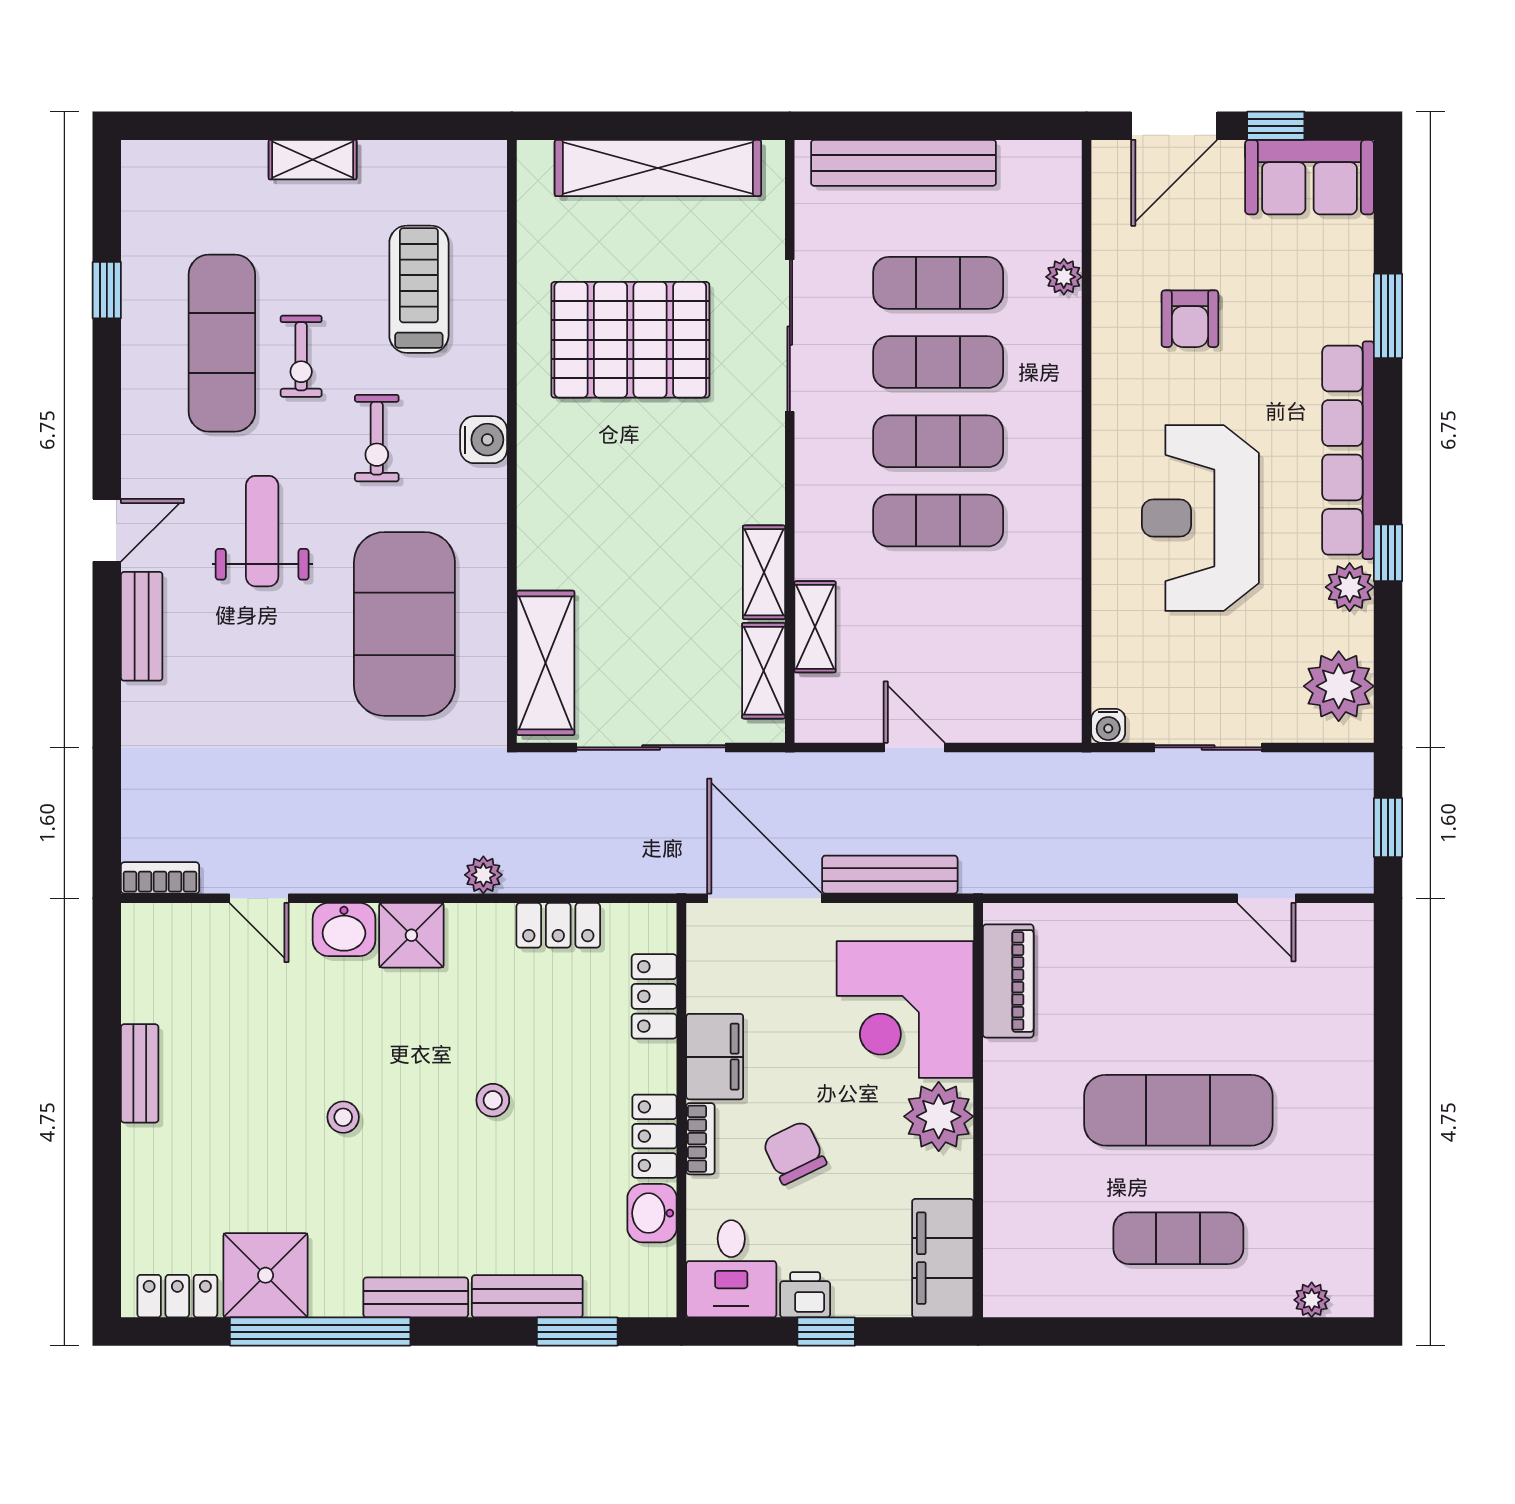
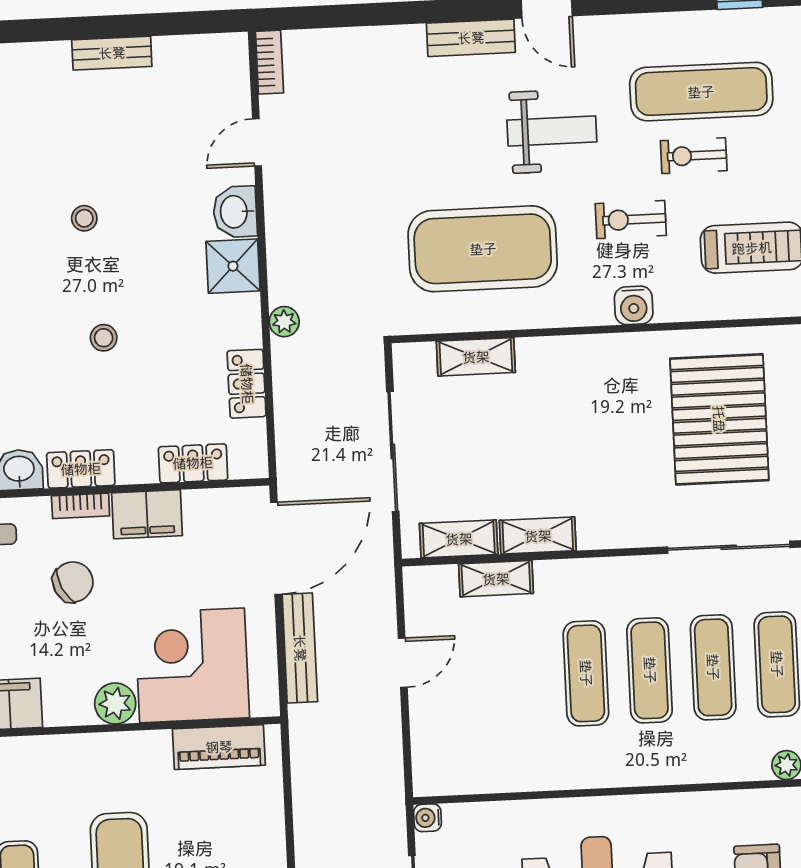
shelving: (546, 663) -> (476, 357), width x0.67, depth x0.75
plant: (939, 1116) -> (115, 703), width x0.73, depth x0.73

